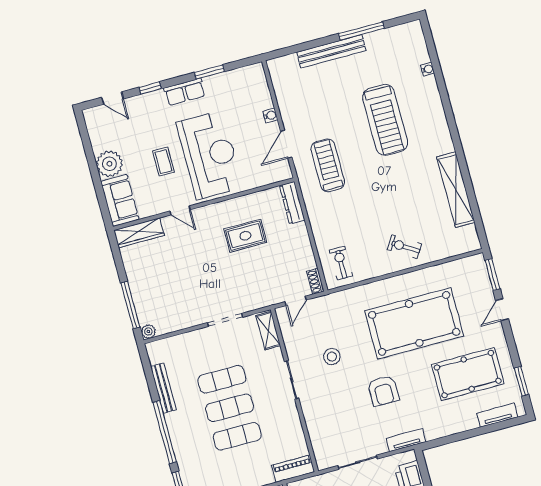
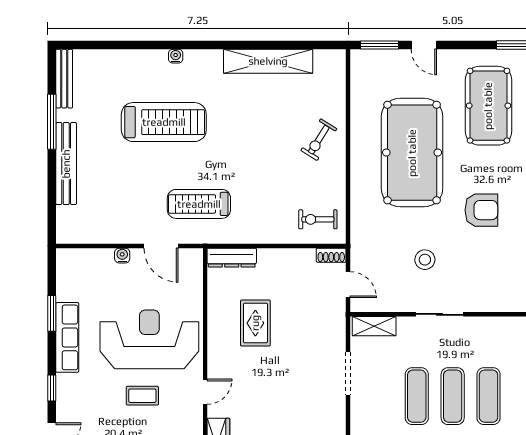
bench: (398, 32) -> (64, 79), added
water cooler: (428, 69) -> (176, 56), moved
row of seats: (185, 92) -> (67, 337), width x1.48

